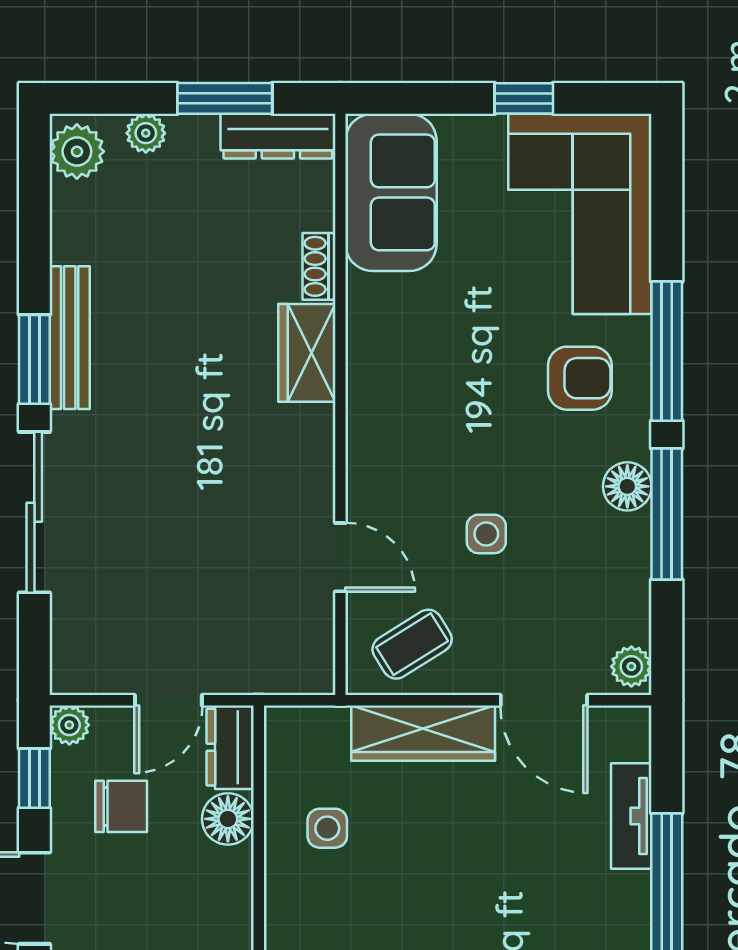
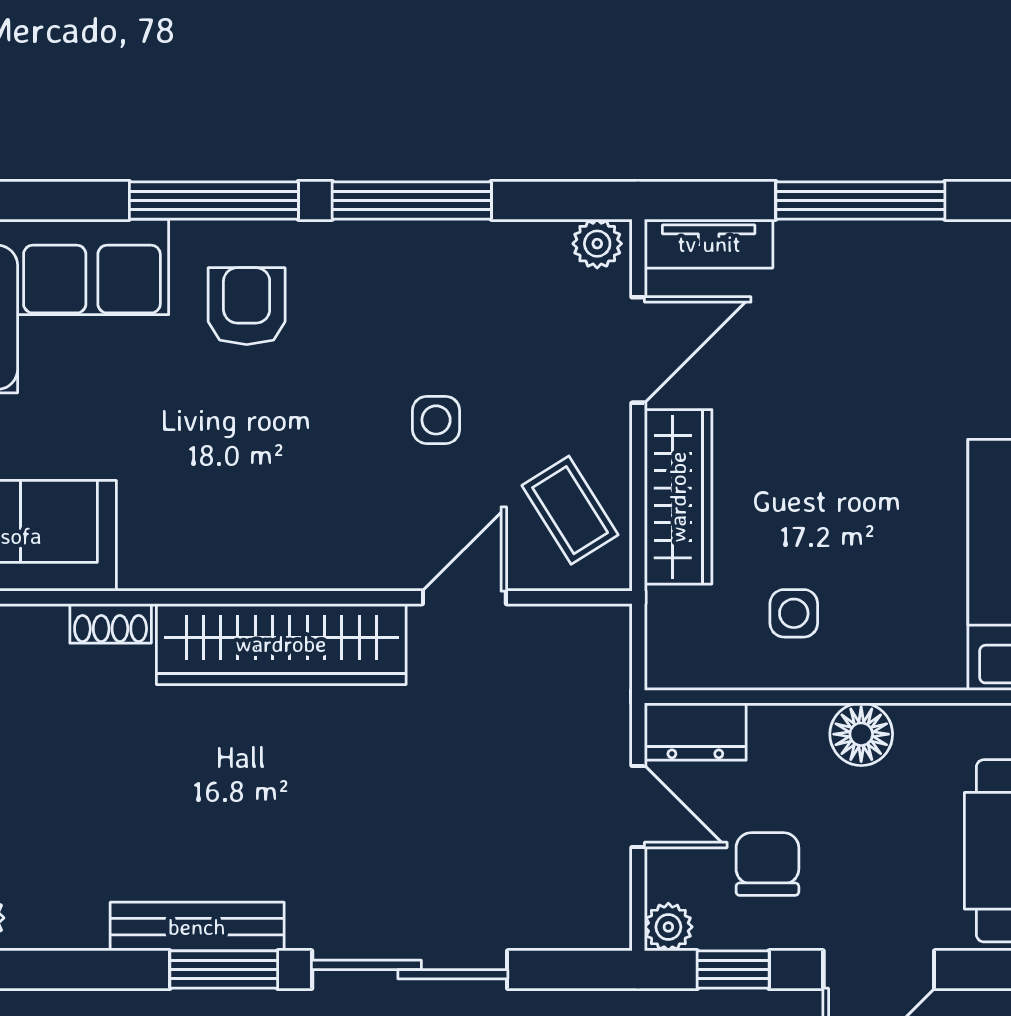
wardrobe: (307, 353) -> (281, 644), width x2.10, depth x1.17
floor lamp: (627, 486) -> (378, 249), removed
tv unit: (631, 816) -> (709, 244), moved
floor lamp: (228, 819) -> (861, 734), moved

